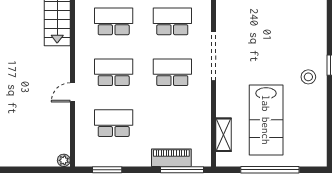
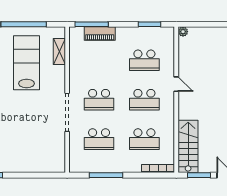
door: (72, 92) -> (176, 84), hinge flipped

